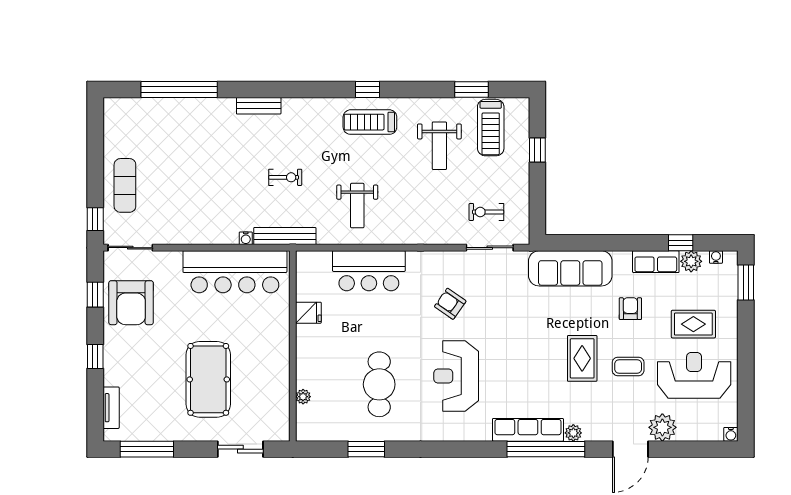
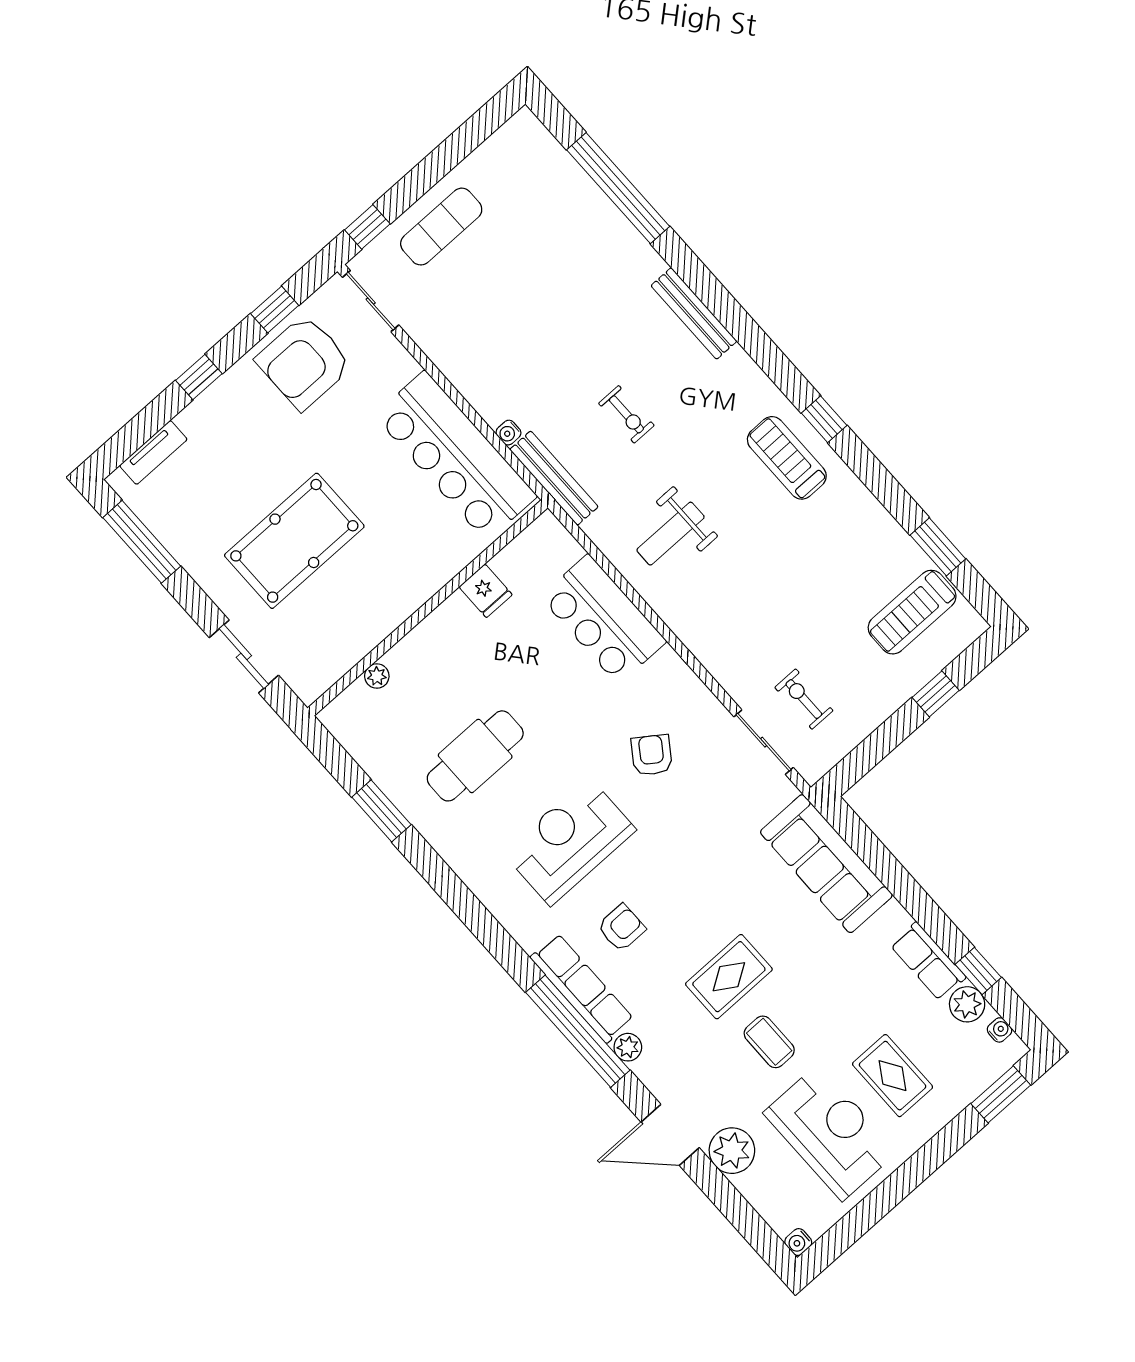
bench: (259, 106) -> (694, 313), width x1.36
weight bench: (439, 146) -> (834, 569), removed
armchair: (630, 309) -> (621, 928), moved

